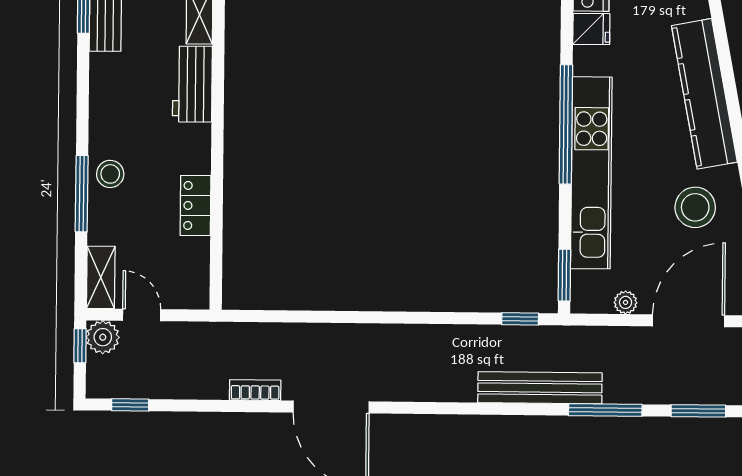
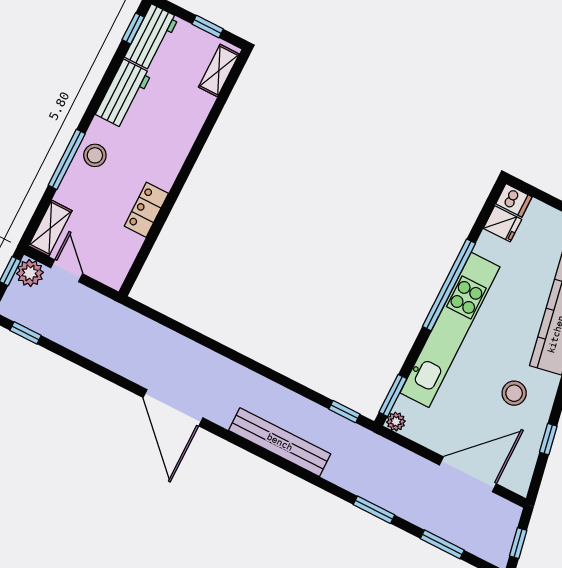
workbench: (192, 84) -> (124, 94), moved, turned 180
stool: (695, 207) -> (514, 393), width x0.73, depth x0.73
plant: (626, 302) -> (396, 422), moved
bench: (540, 388) -> (280, 442), moved
bookcase: (255, 390) -> (123, 367), removed
window: (605, 410) -> (374, 510), width x0.69

